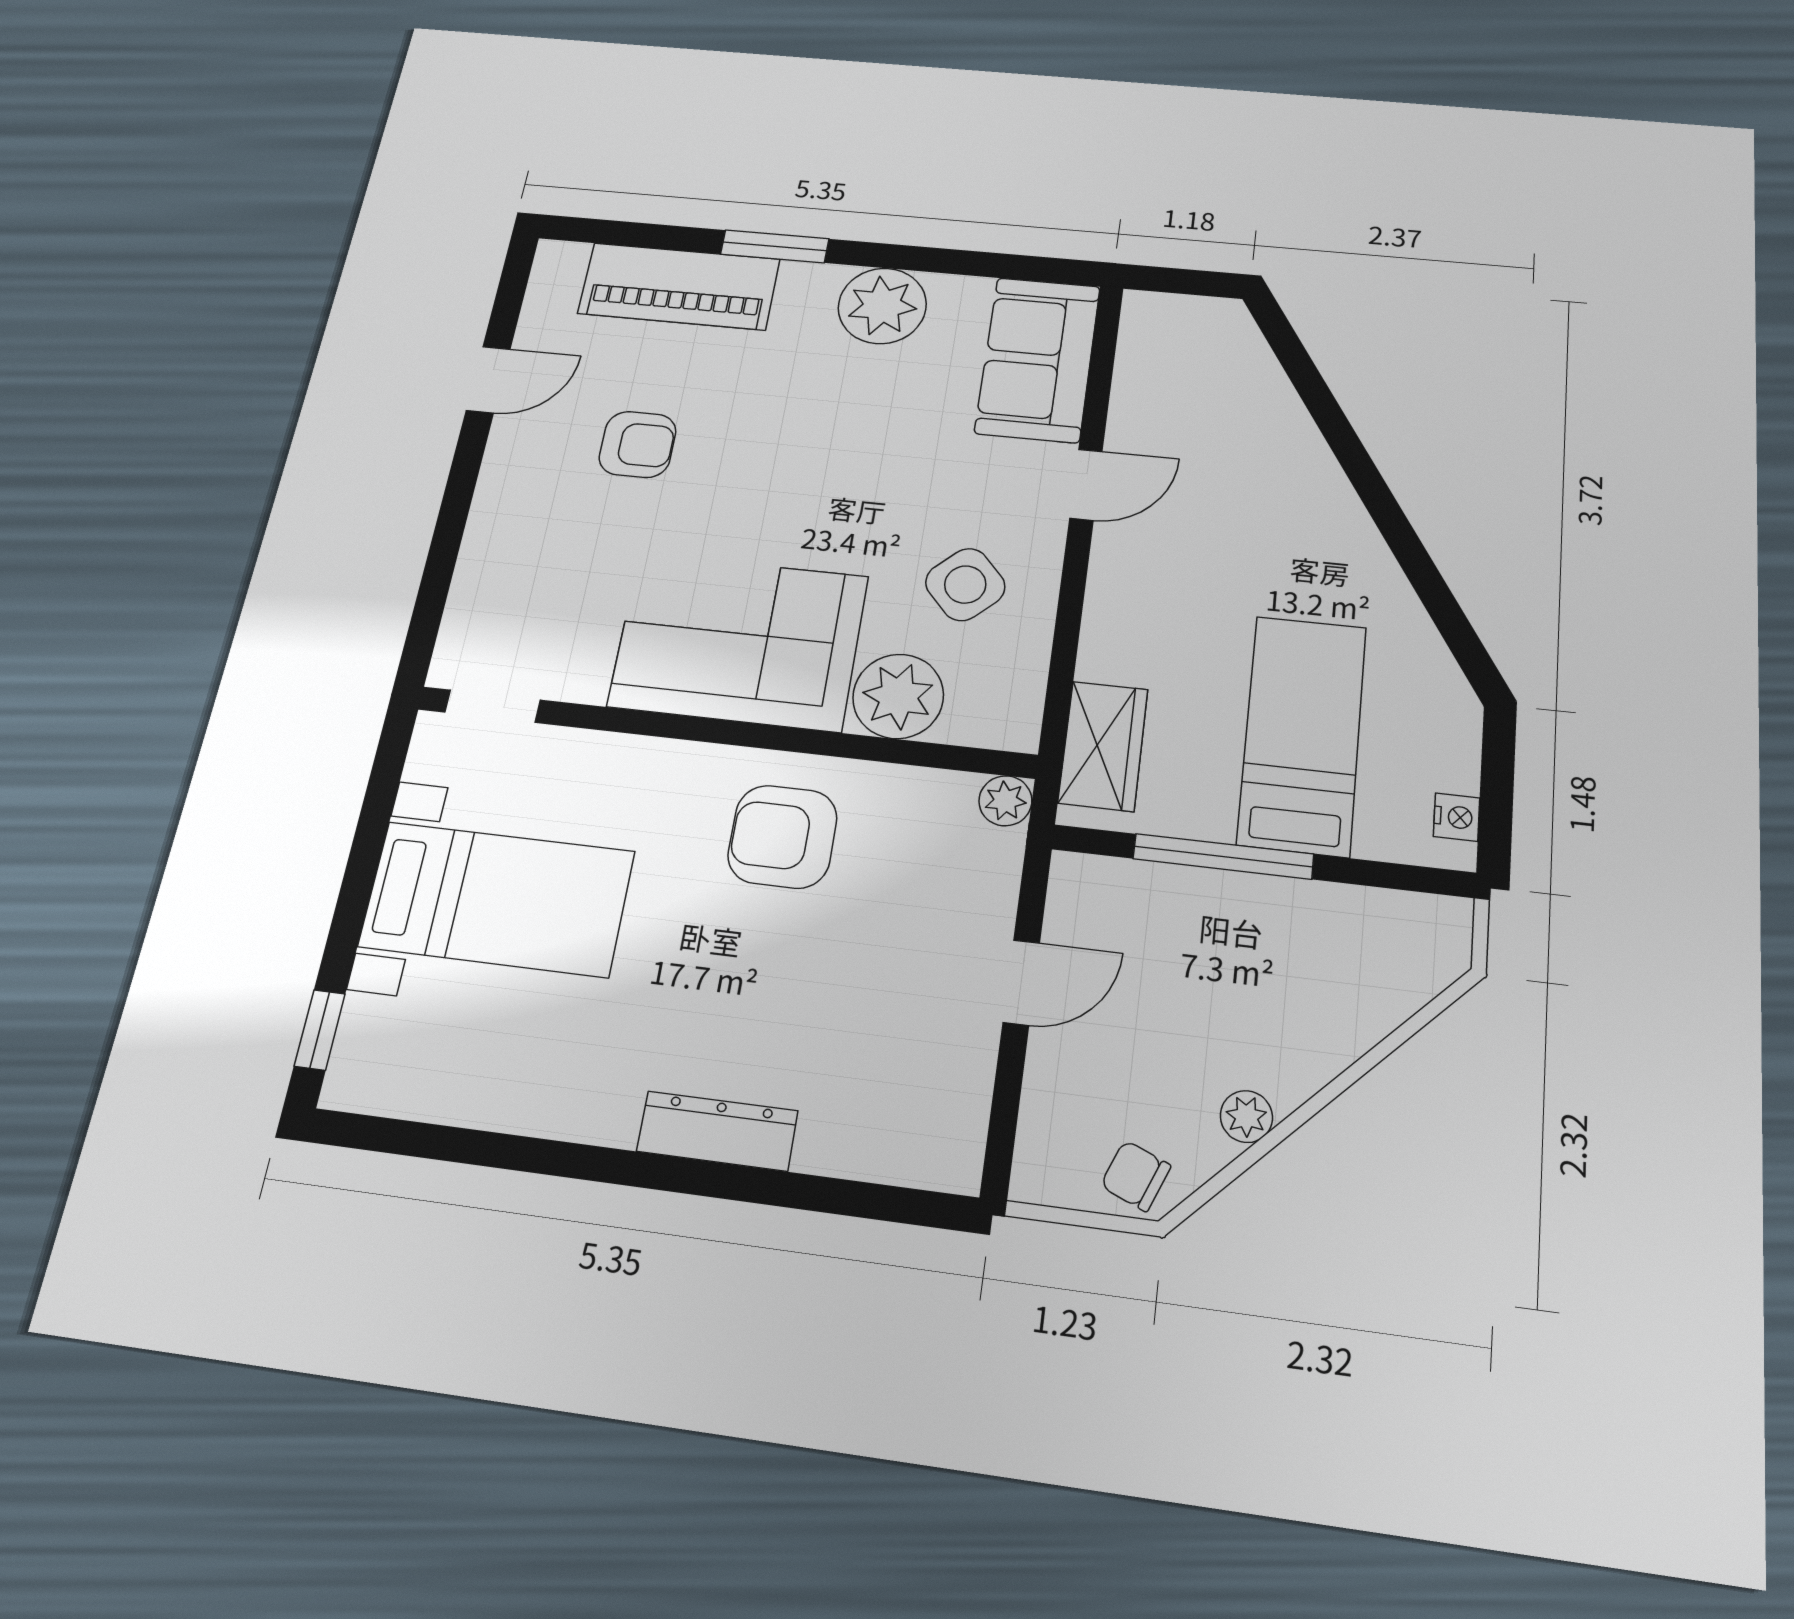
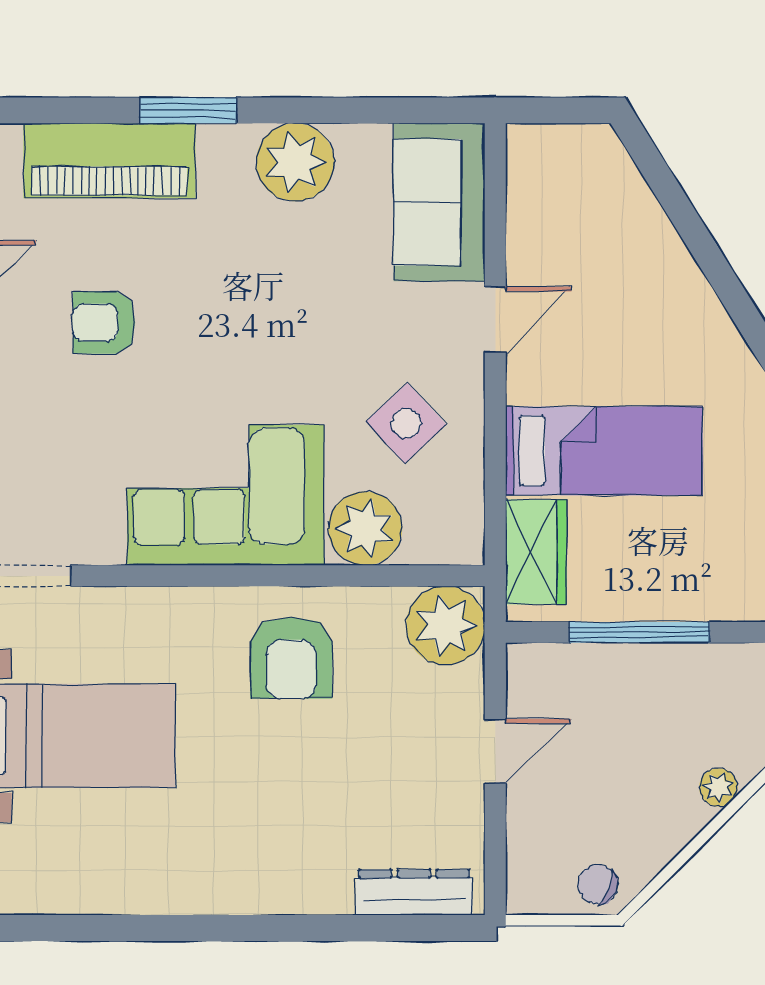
armchair: (638, 444) -> (104, 323), turned 180
bed: (1302, 734) -> (604, 451), moved, turned 90
plant: (1005, 801) -> (446, 625), width x1.88, depth x1.88
armchair: (782, 837) -> (291, 658), turned -90
plant: (1246, 1117) -> (718, 787), moved
dresser: (717, 1131) -> (414, 892), moved

